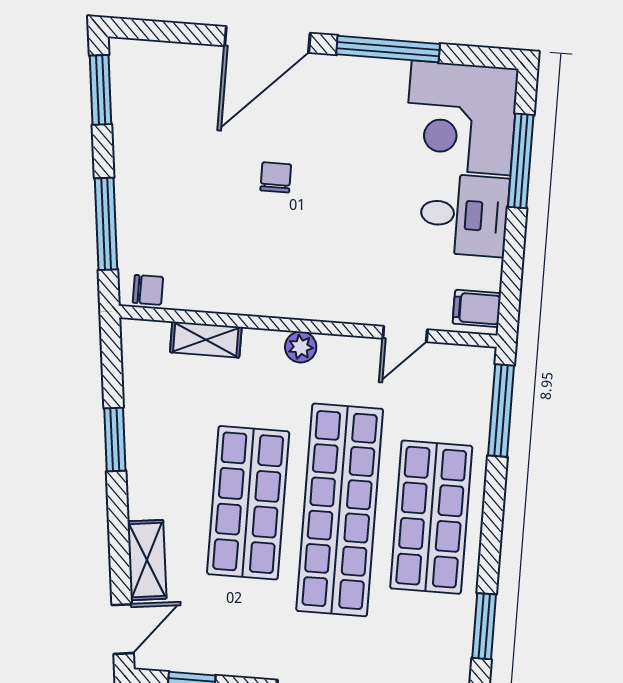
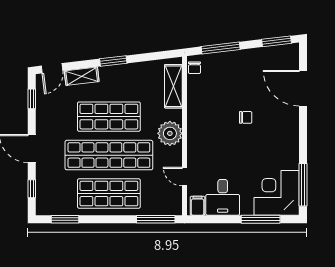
door: (267, 40) -> (303, 88), moved
window: (388, 49) -> (303, 185), moved
desk: (464, 215) -> (223, 197), moved
shelving: (206, 340) -> (173, 86), width x1.50, depth x1.33
plant: (301, 347) -> (170, 133), width x1.87, depth x1.87
window: (115, 439) -> (113, 61), moved
door: (123, 629) -> (52, 68), hinge flipped

